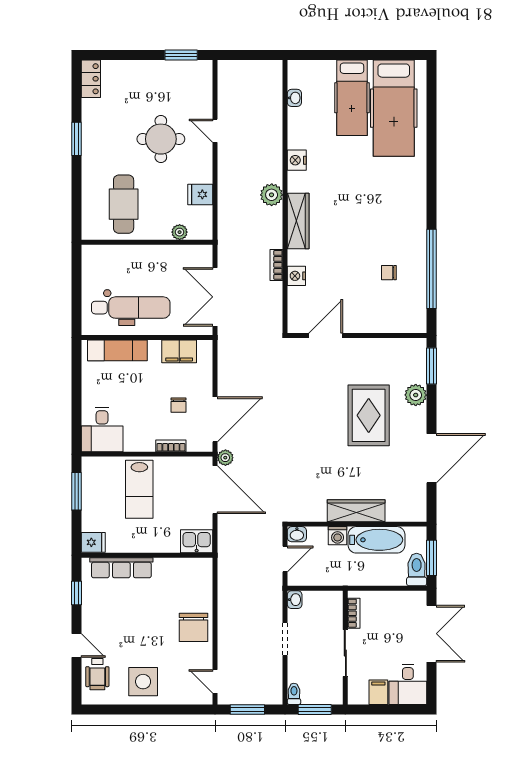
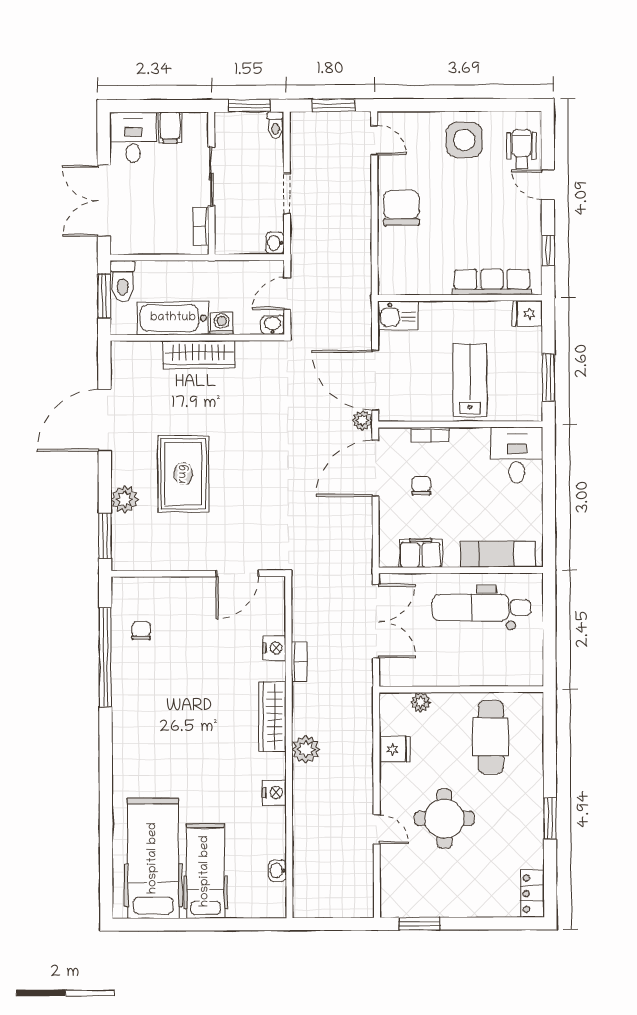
chair: (389, 273) -> (141, 631), moved, turned -90

